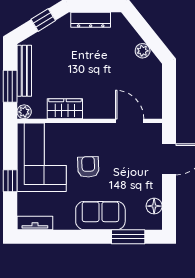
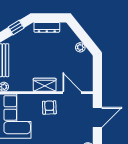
wardrobe: (65, 109) -> (45, 85), moved
armchair: (88, 167) -> (49, 108), moved

